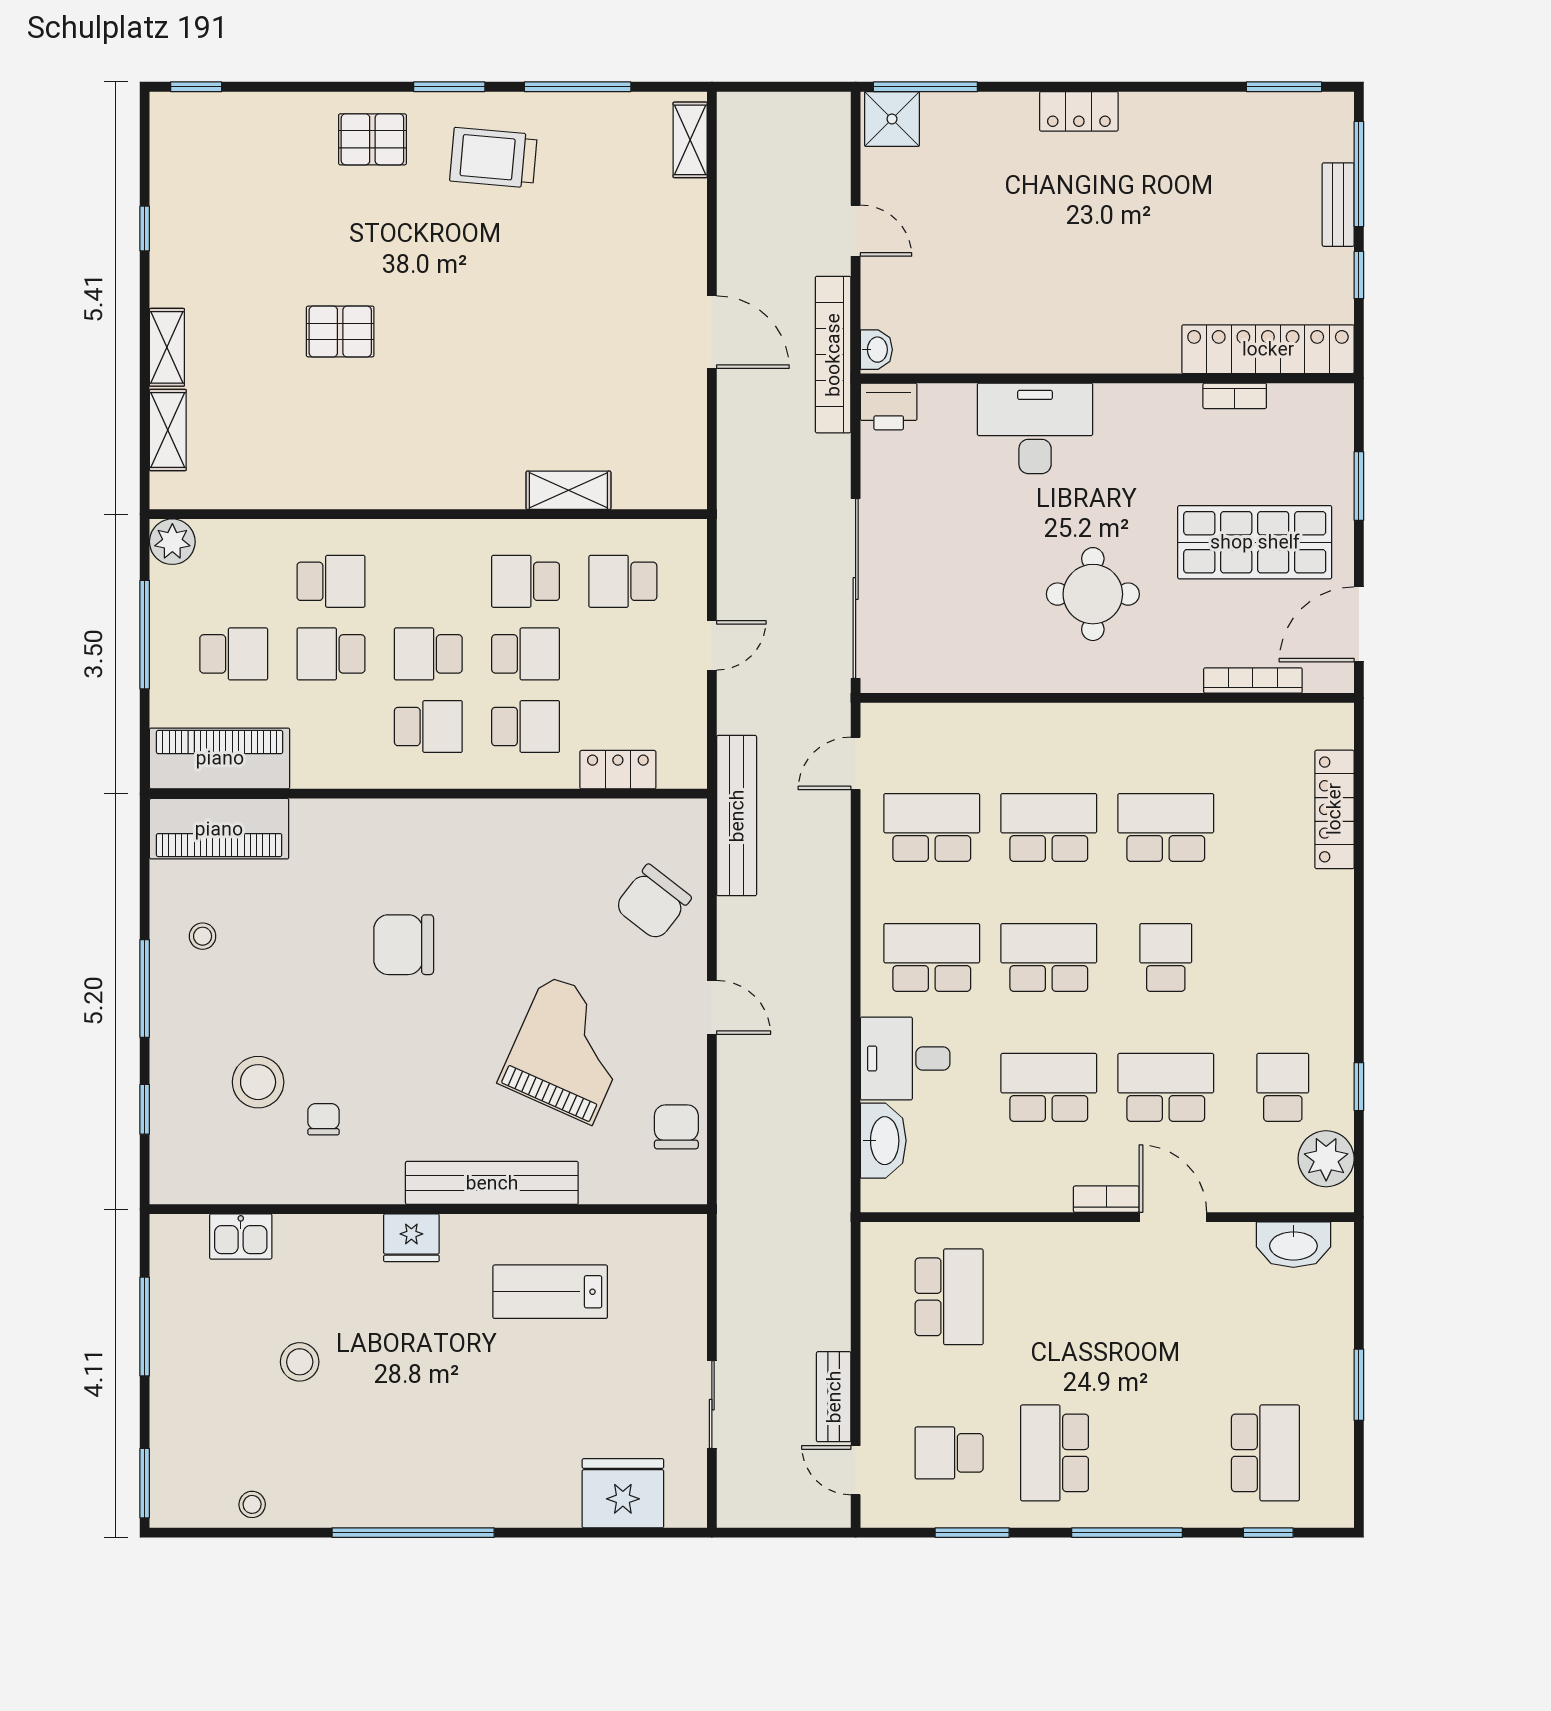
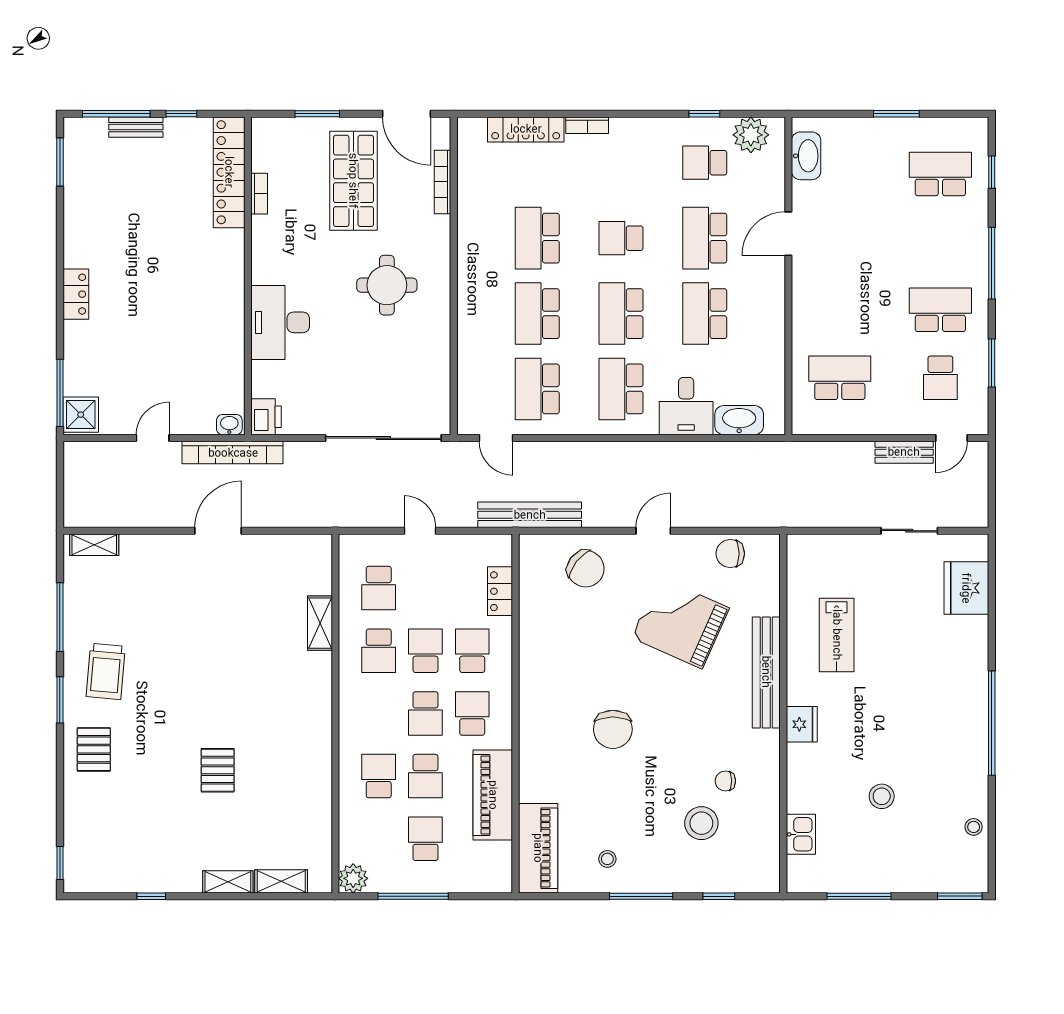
piano: (220, 758) -> (493, 795), moved
bookcase: (1106, 1199) -> (587, 125), moved, turned -90
school desk: (1055, 1453) -> (940, 310), turned 180

